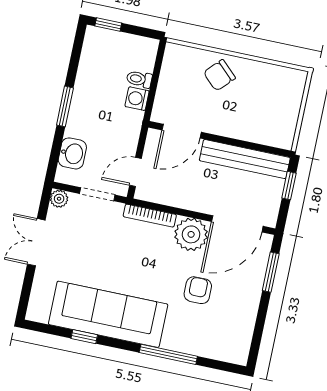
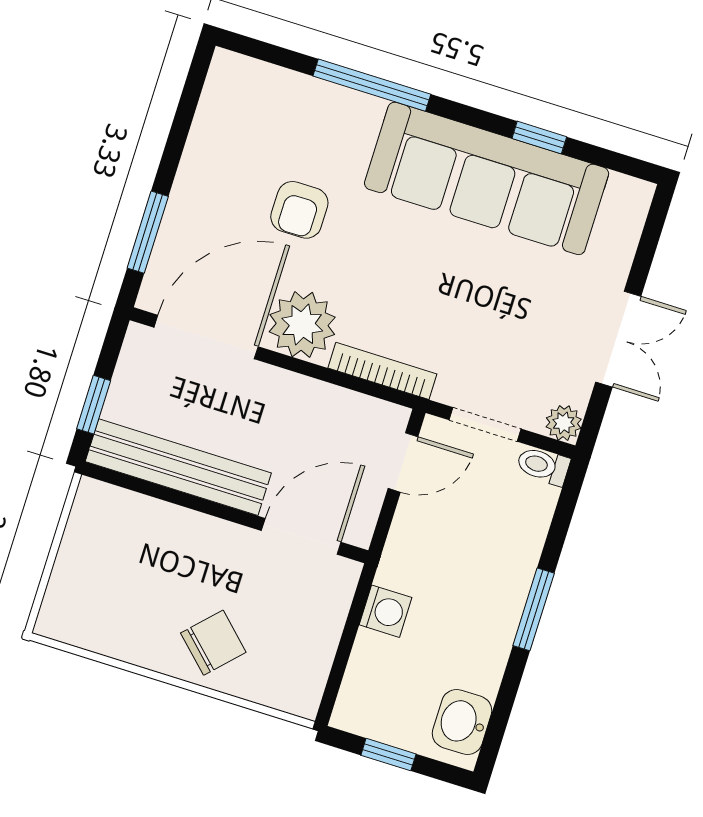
window: (108, 25) -> (388, 755), moved
toilet: (139, 79) -> (543, 466), moved, turned 180
washbasin: (72, 153) -> (462, 722), moved

